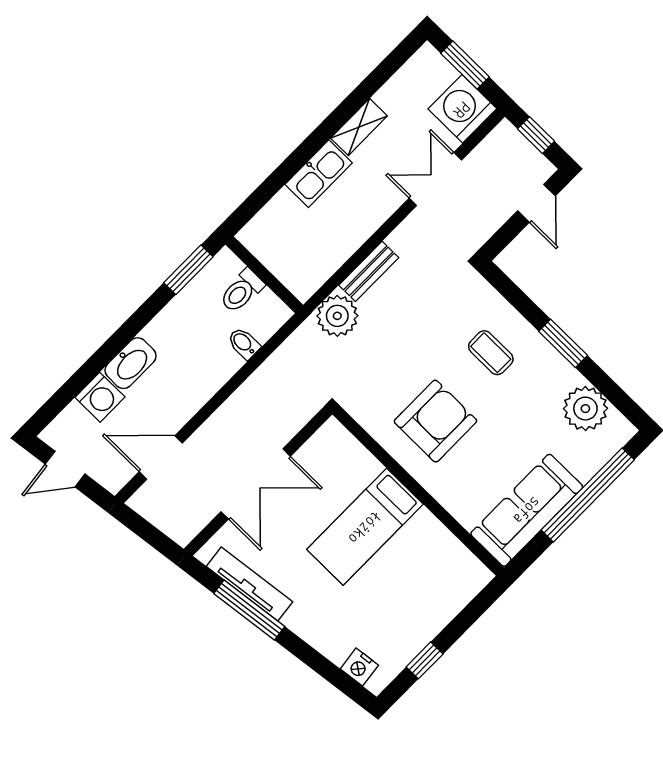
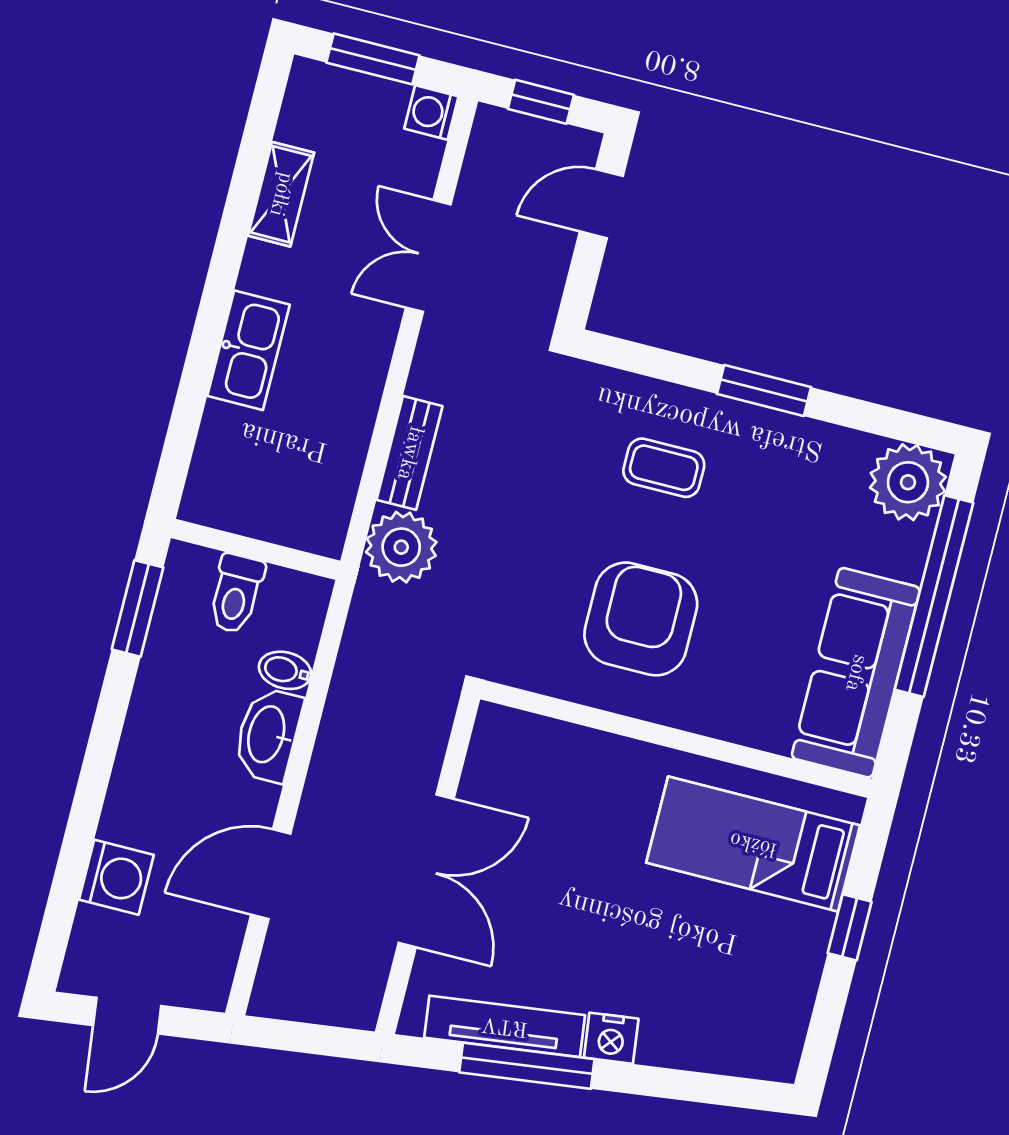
washing machine: (462, 109) -> (431, 112), width x0.53, depth x0.53
shelving: (359, 127) -> (281, 194), moved
door: (536, 203) -> (601, 204), swing flipped
washbasin: (131, 363) -> (268, 735), moved, turned 180
plant: (585, 409) -> (908, 482), moved
door: (161, 457) -> (271, 874), moved
bed: (365, 527) -> (753, 844), moved, turned 90
window: (425, 660) -> (850, 927), moved
nightstand: (359, 667) -> (611, 1038), moved

